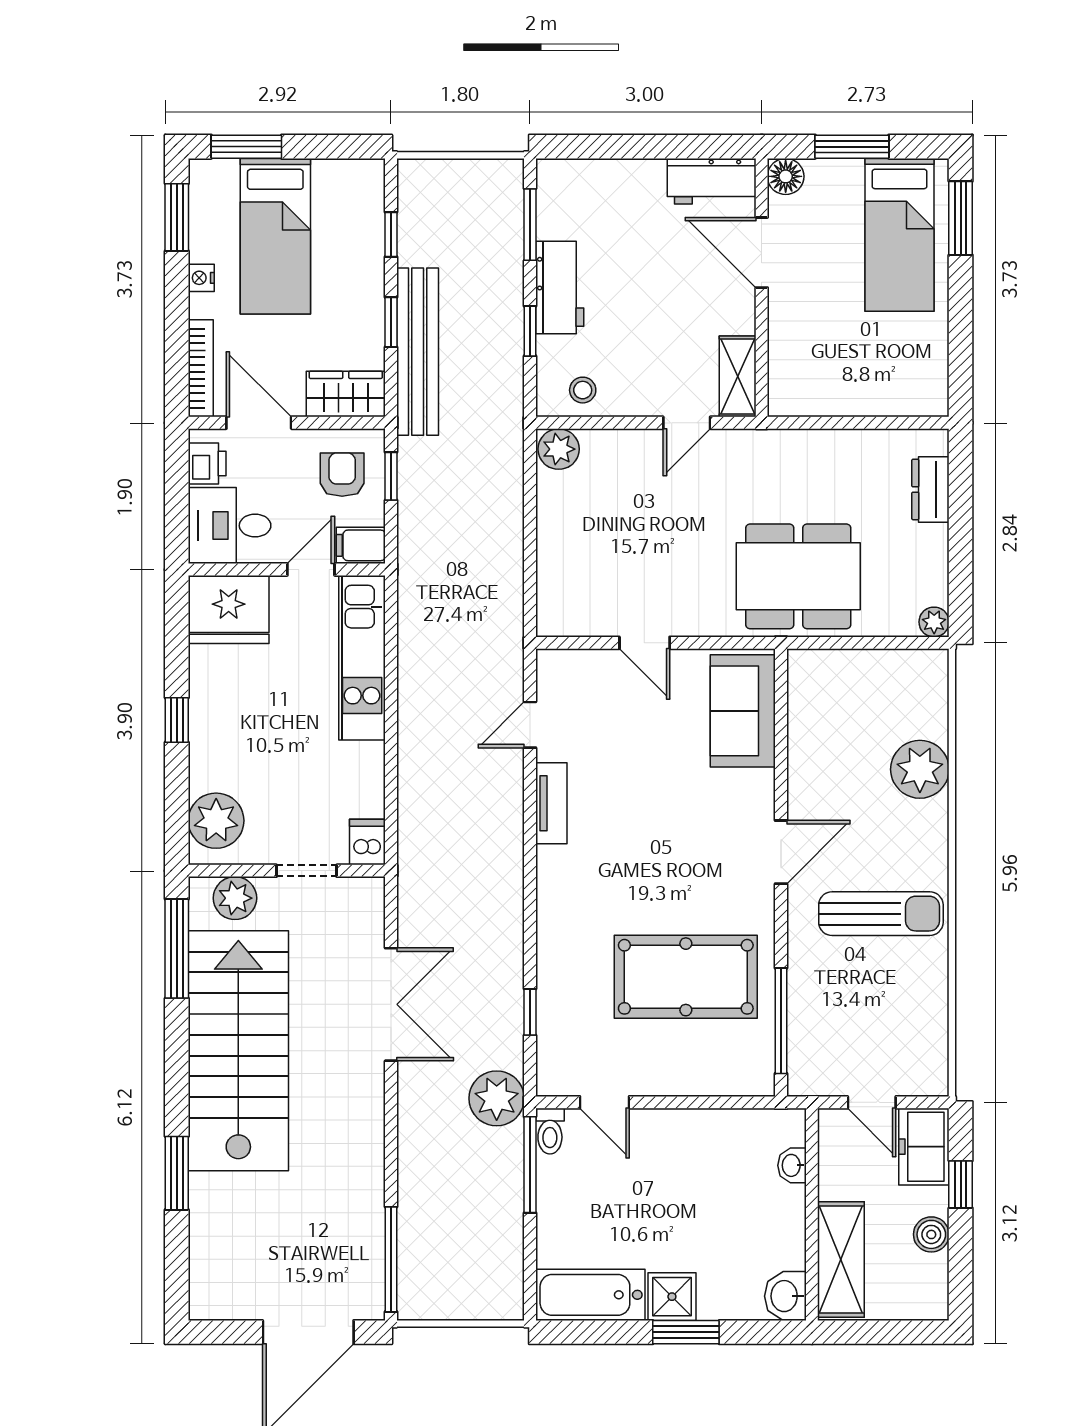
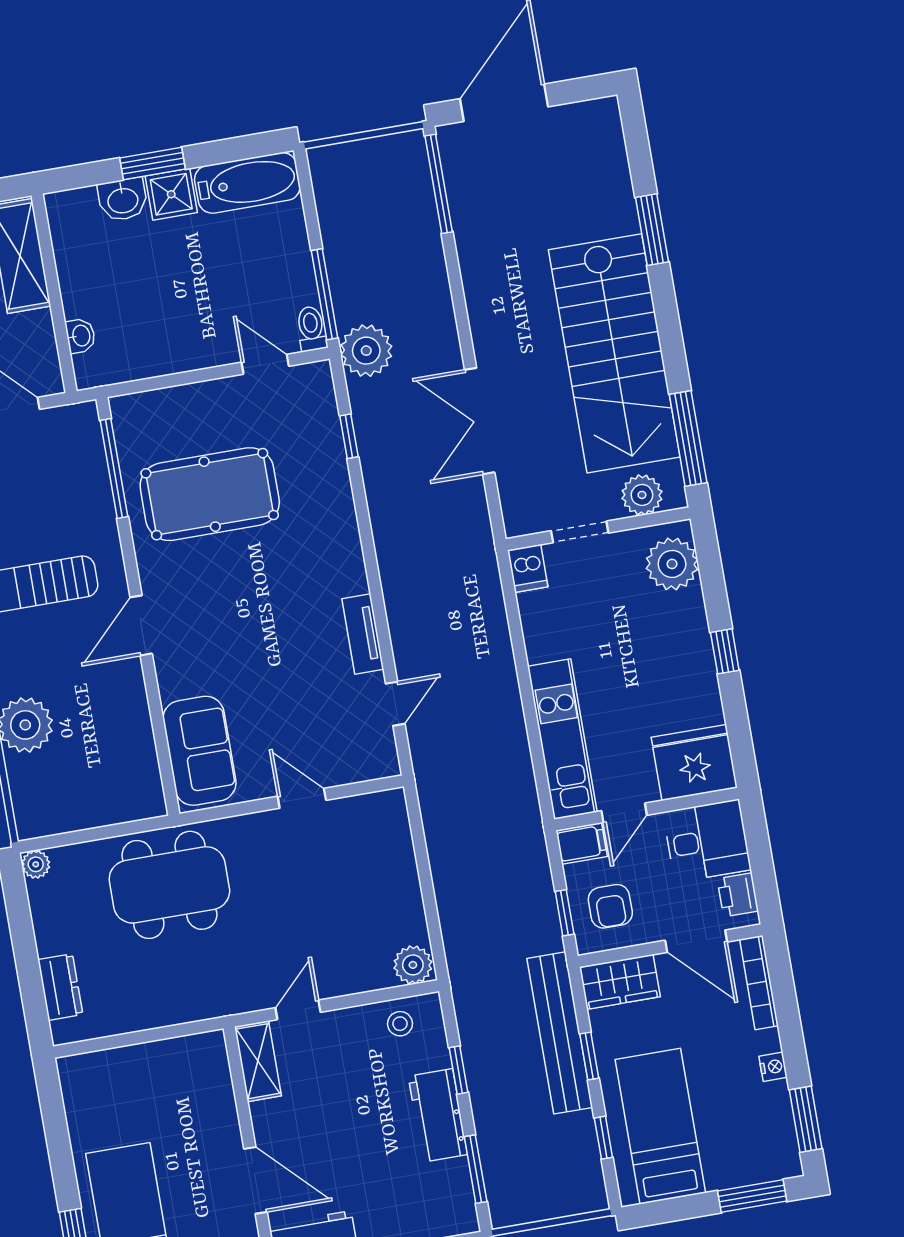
bed: (275, 236) -> (660, 1126), moved
washbasin: (785, 1296) -> (123, 200), moved, turned 90

